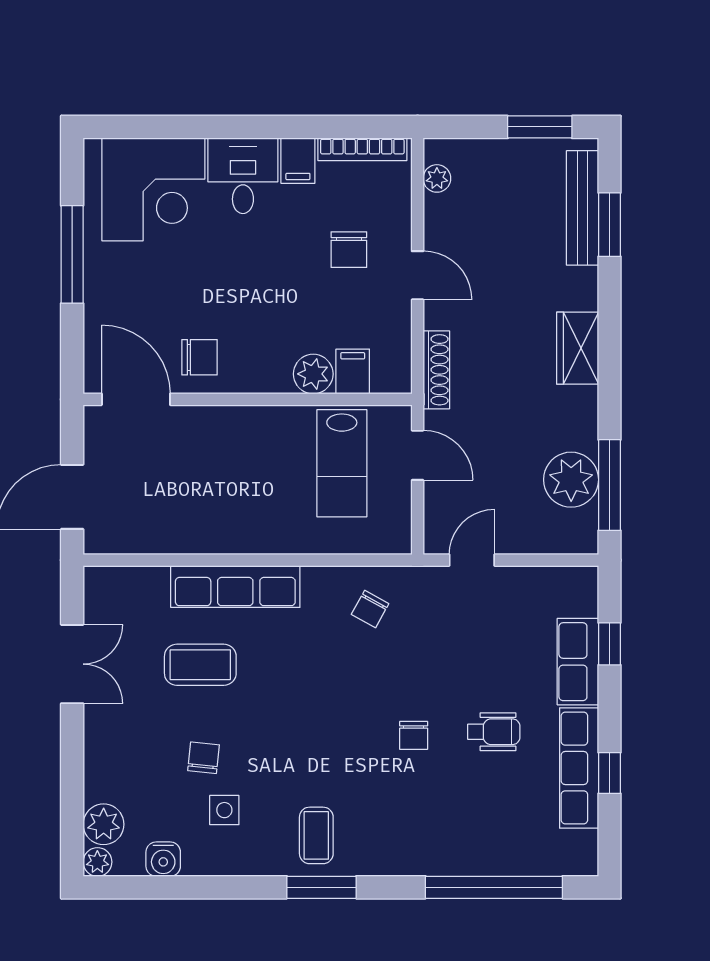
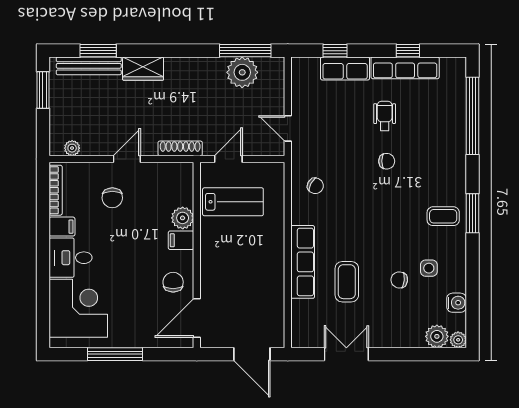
chair: (349, 250) -> (112, 198), turned 90
wardrobe: (578, 348) -> (143, 69), moved
filing cabinet: (353, 371) -> (181, 240), moved

